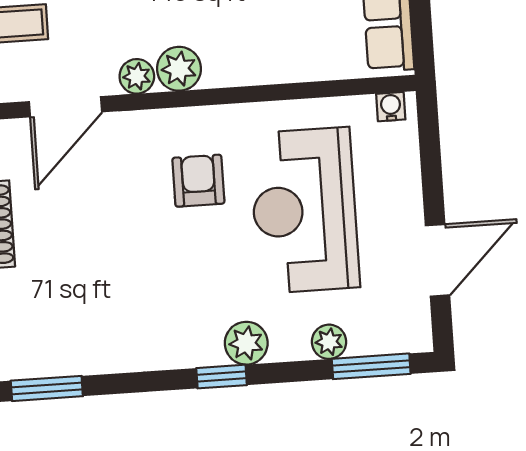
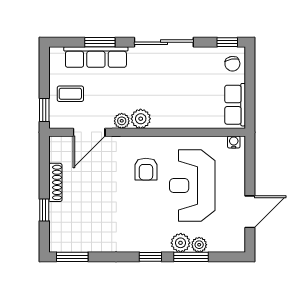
armchair: (198, 181) -> (146, 169), turned 180
plant: (246, 343) -> (181, 243), moved
window: (371, 366) -> (191, 257), moved

